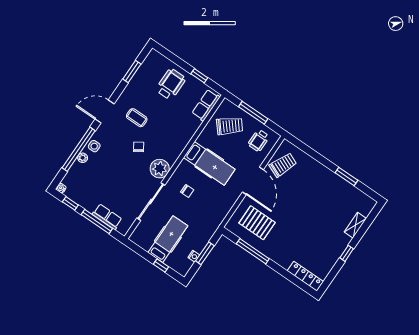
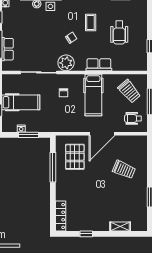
wheelchair: (171, 84) -> (119, 33), moved, turned 90
row of seats: (206, 105) -> (99, 65), moved
trolley: (283, 165) -> (124, 170), moved
window: (347, 253) -> (86, 234), moved

